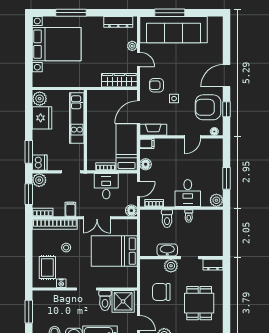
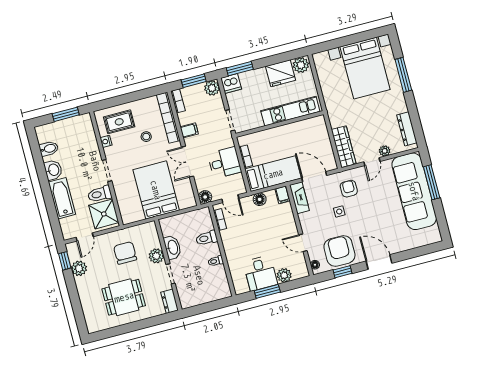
desk: (188, 193) -> (260, 273), moved, turned -90
plant: (216, 200) -> (284, 275), moved

